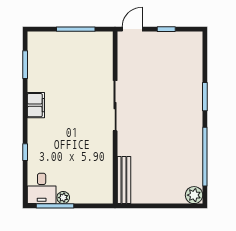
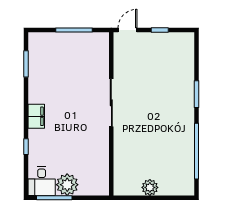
filing cabinet: (36, 105) -> (36, 116), moved
bench: (124, 180) -> (120, 173), removed
plant: (194, 195) -> (150, 187), moved
plant: (63, 198) -> (67, 185), width x1.87, depth x1.87

